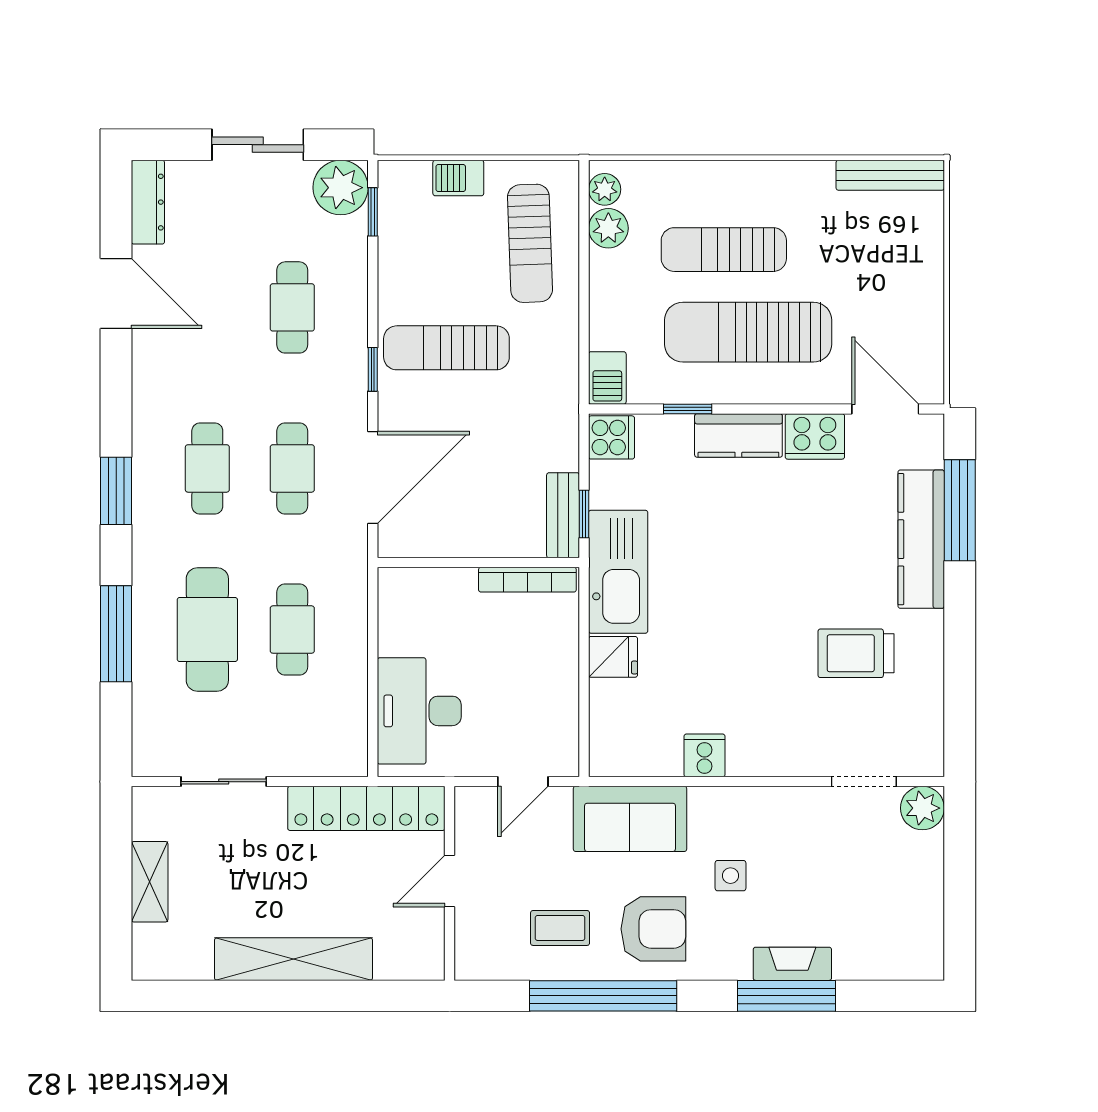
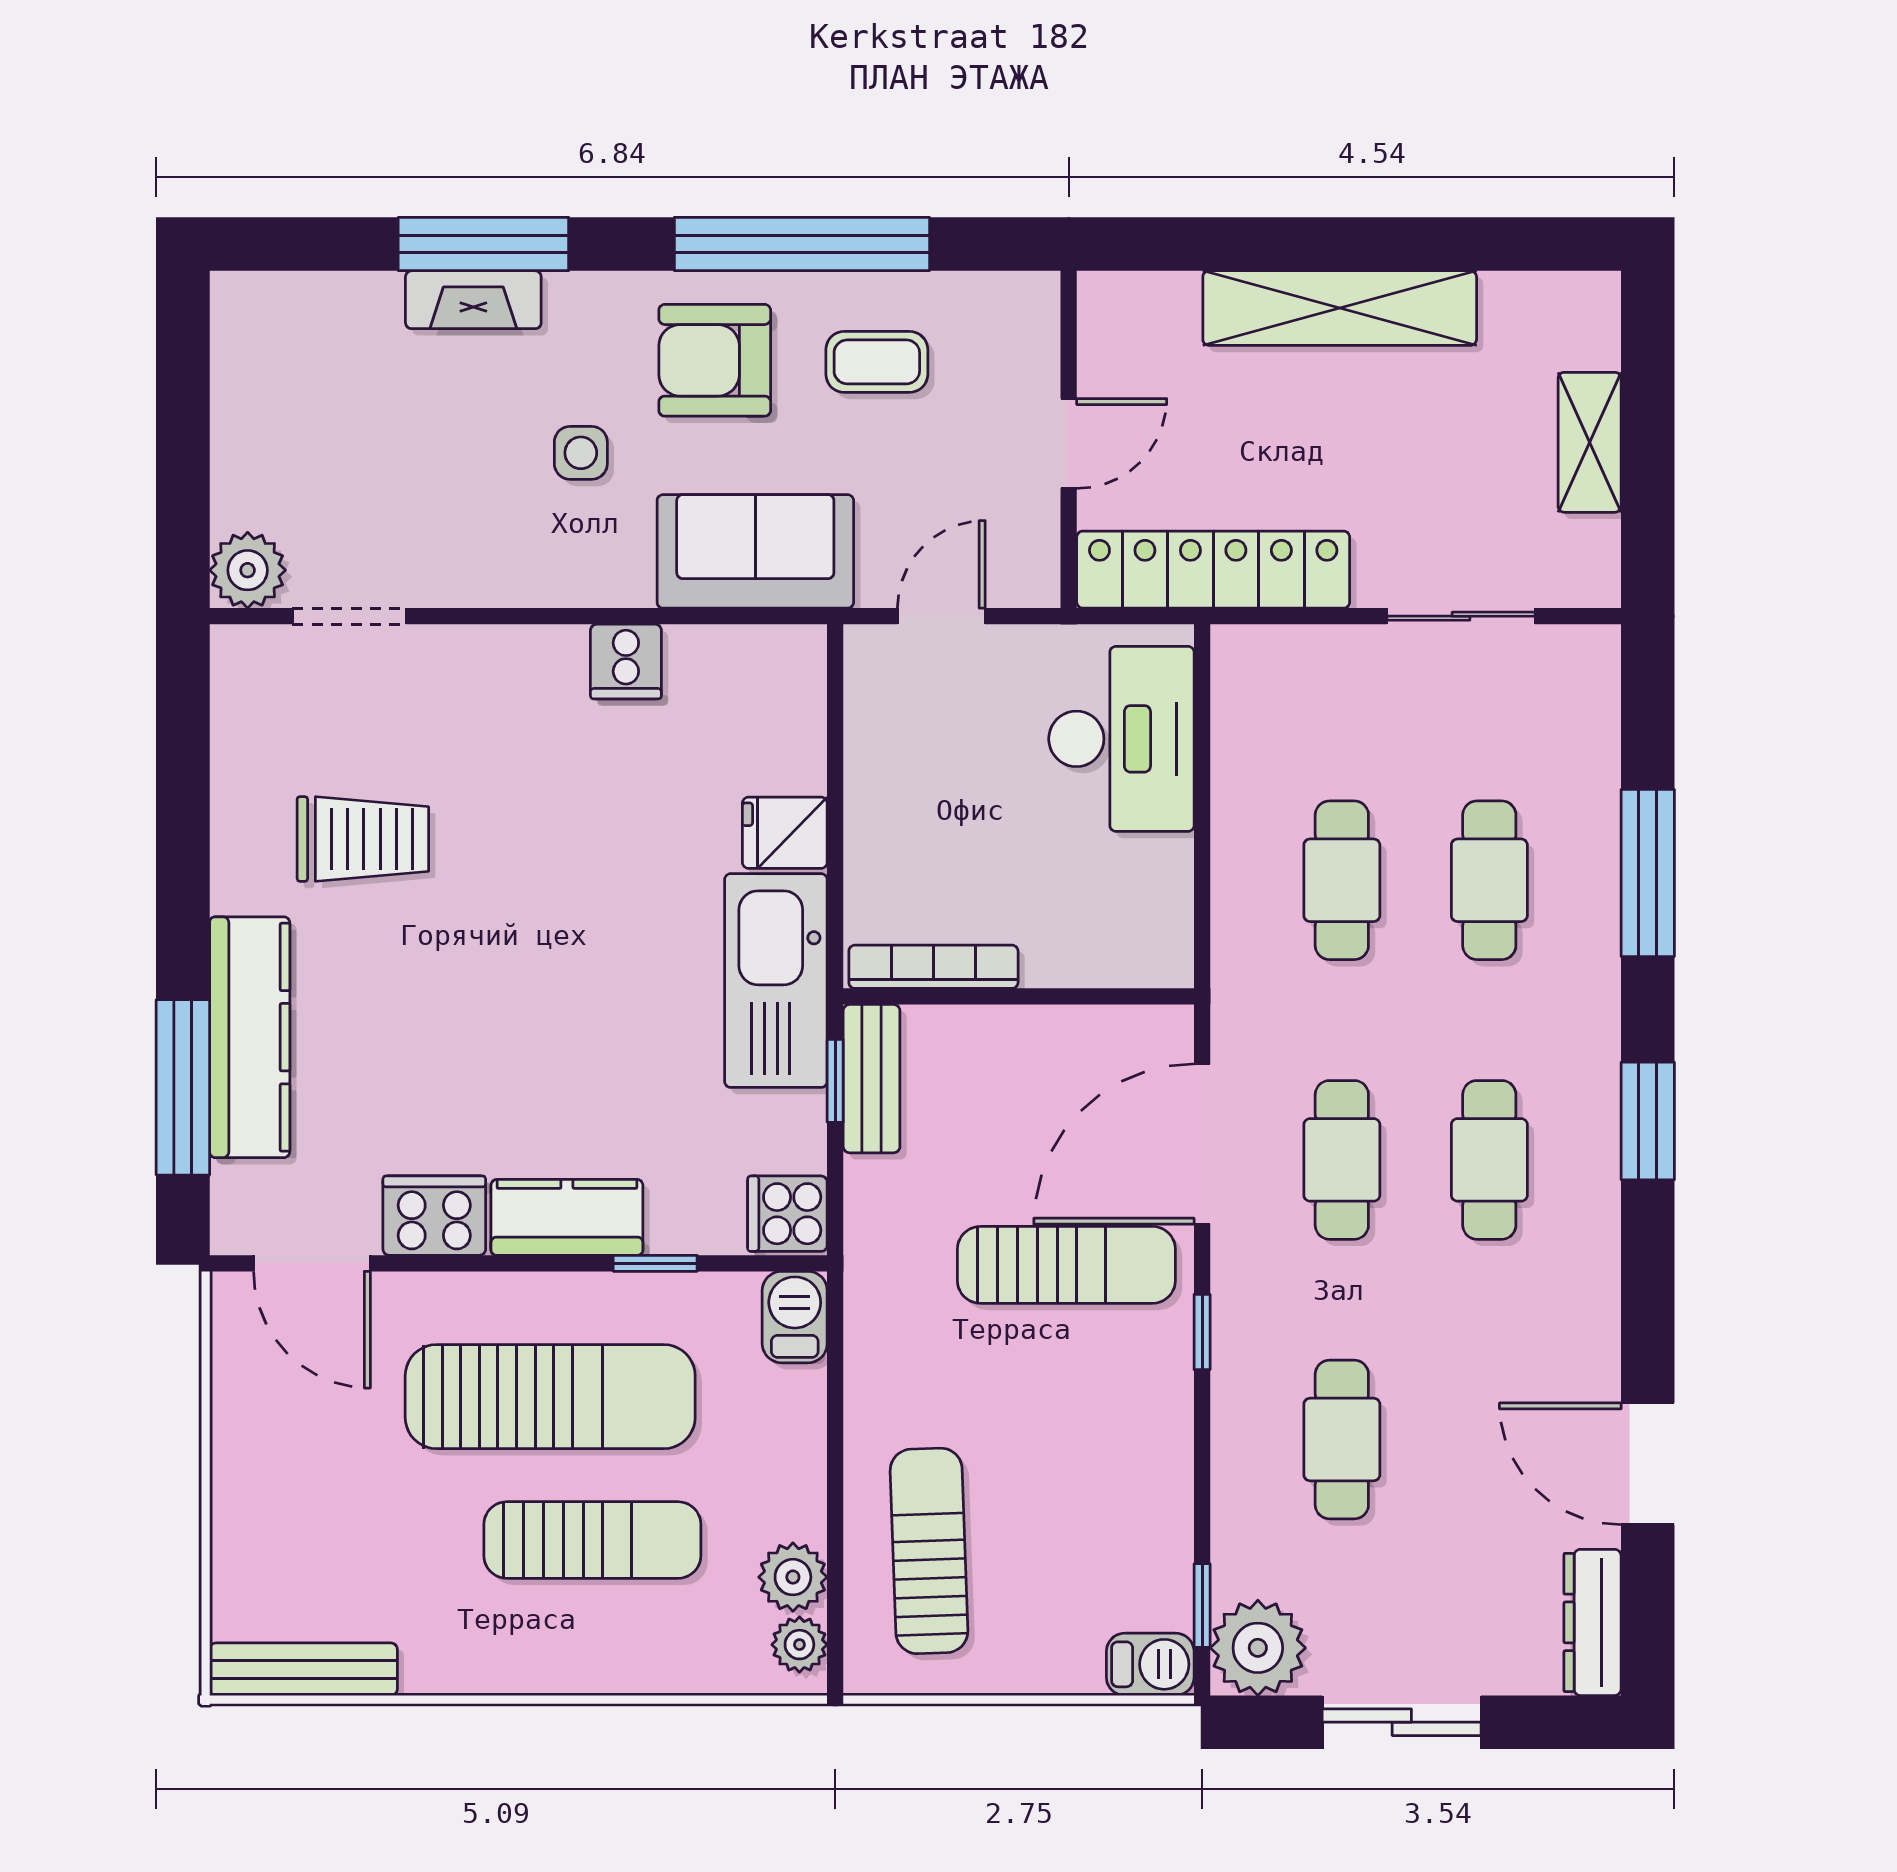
barbecue: (458, 178) -> (1150, 1664), moved
sun lounger: (446, 348) -> (1066, 1265), moved
cafe table: (207, 630) -> (1489, 880), width x0.73, depth x0.74

